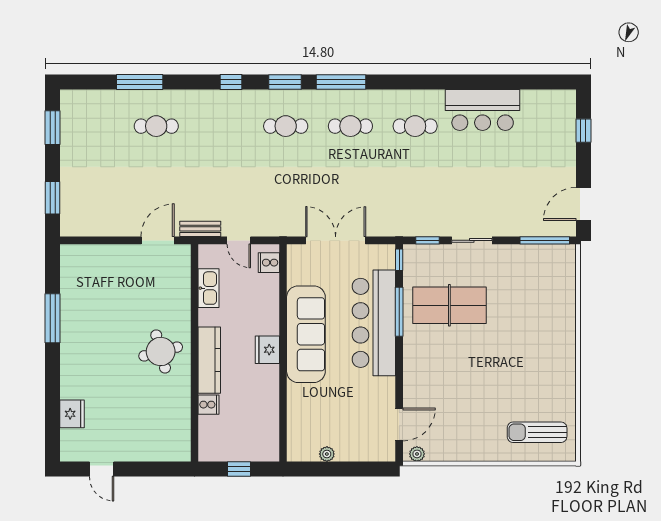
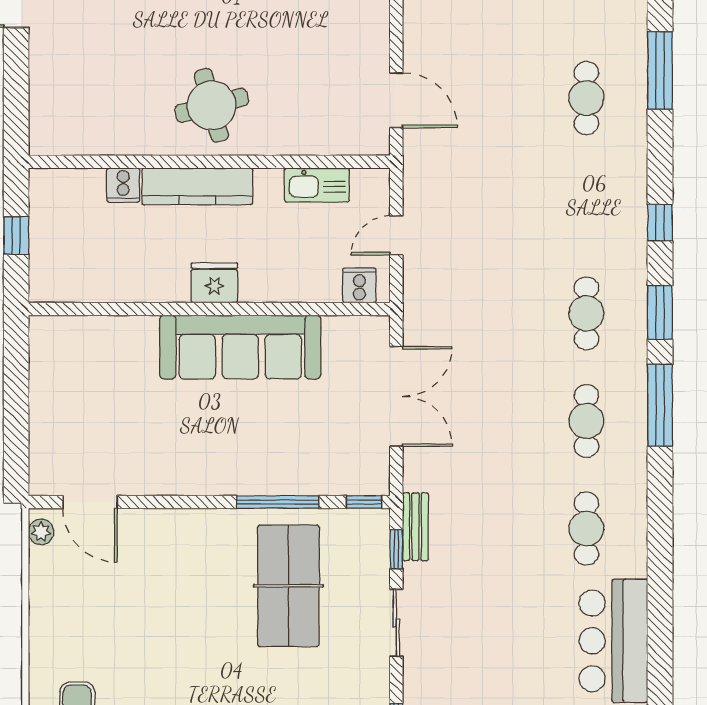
bench: (200, 229) -> (415, 527), moved
bar counter: (374, 323) -> (259, 460), removed
plant: (327, 454) -> (41, 382), removed

